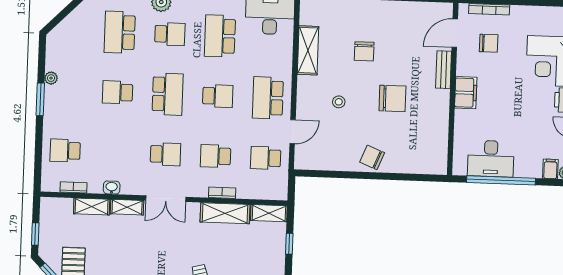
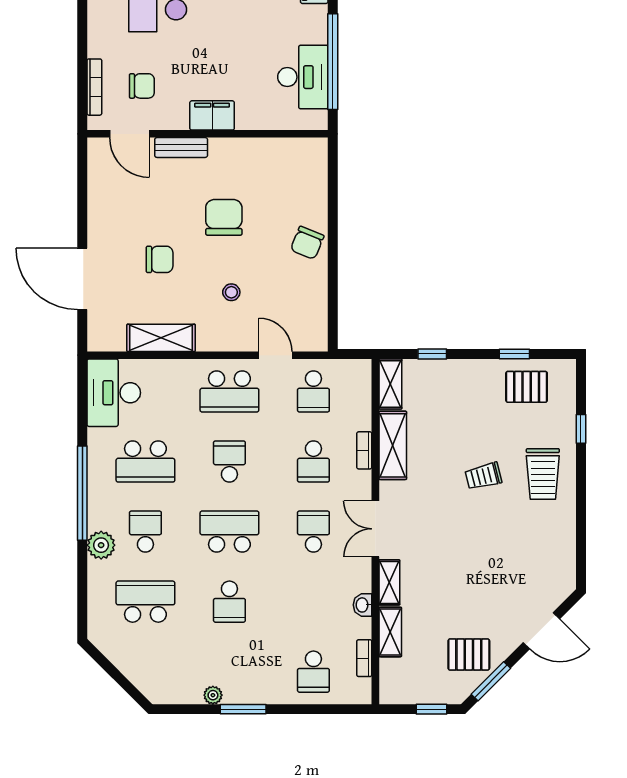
school desk: (120, 32) -> (145, 602), turned 180
chair: (489, 43) -> (142, 86), turned 90
double door: (166, 199) -> (375, 529), swing flipped

